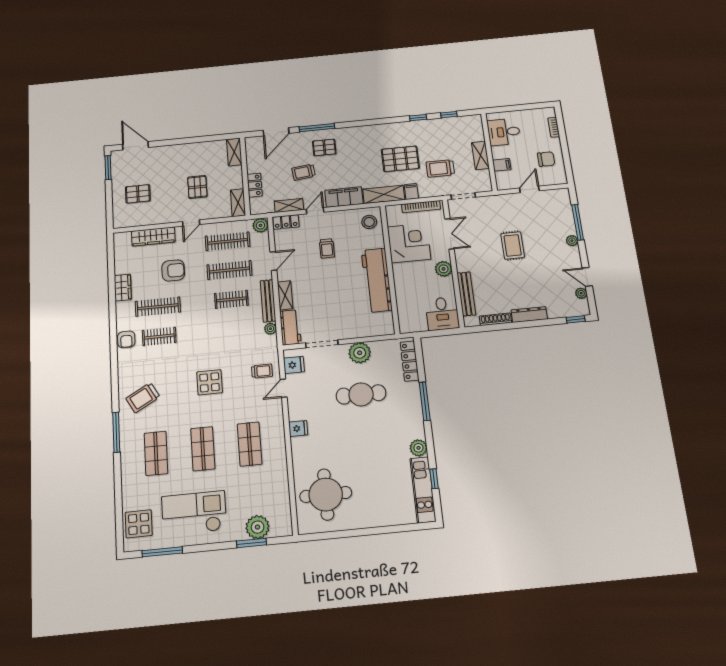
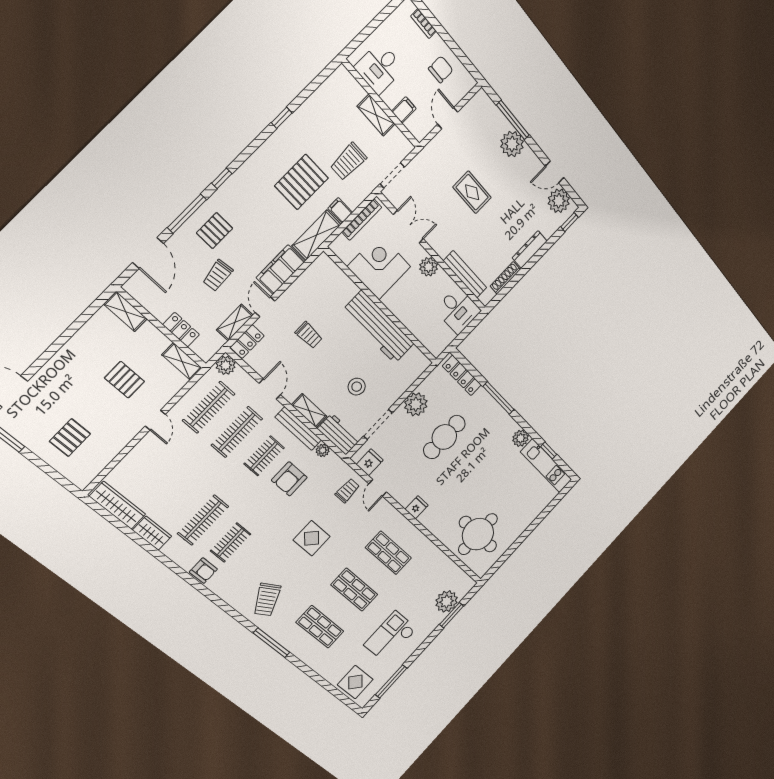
window: (449, 115) -> (222, 178), moved
stool: (369, 222) -> (357, 387), moved
wardrobe: (153, 236) -> (117, 505), moved, turned -90
plant: (572, 241) -> (512, 144), width x1.87, depth x1.87
armchair: (173, 271) -> (289, 479), moved, turned 180
plant: (581, 293) -> (559, 201), width x1.87, depth x1.87
checkout: (194, 513) -> (390, 637), width x0.73, depth x0.83

